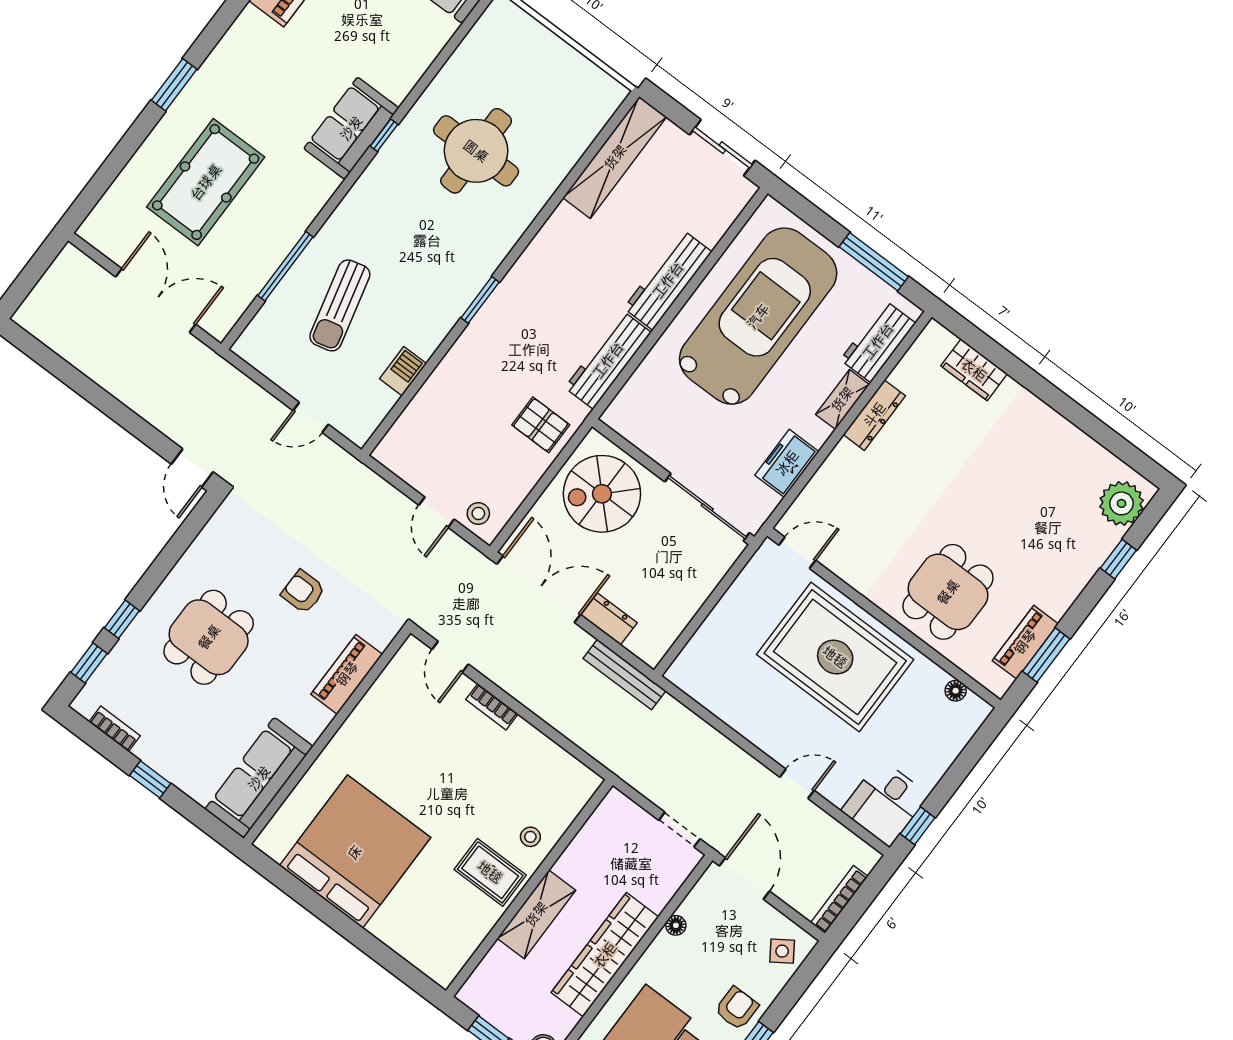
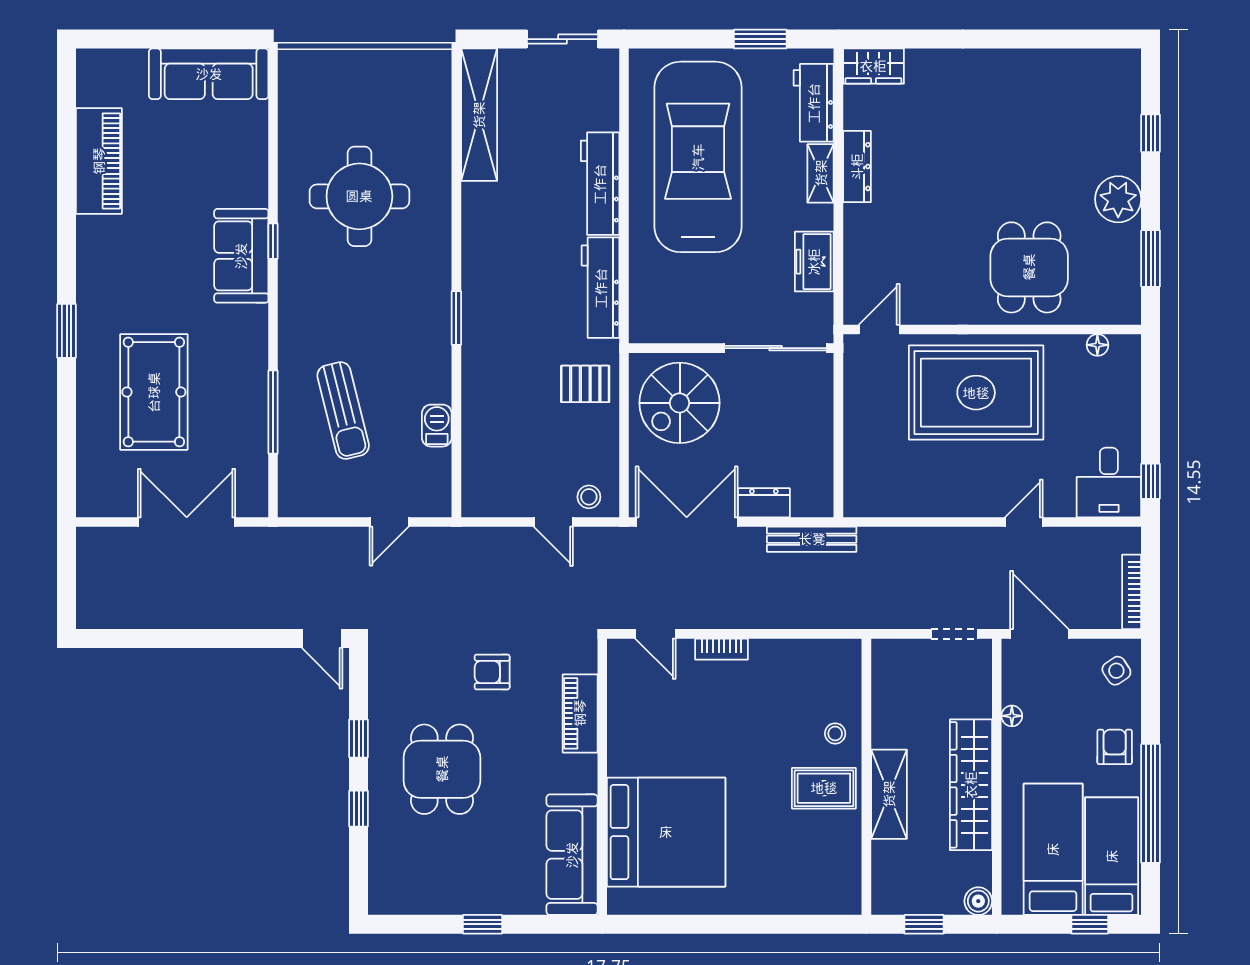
window: (874, 262) -> (760, 39), width x0.69
wardrobe: (974, 370) -> (873, 66), moved
plant: (1121, 503) -> (1118, 199), moved
piano: (1025, 642) -> (1125, 261), removed
window: (89, 663) -> (359, 738), moved
bookcase: (114, 729) -> (421, 905), removed
bed: (355, 852) -> (666, 832), moved, turned 90

